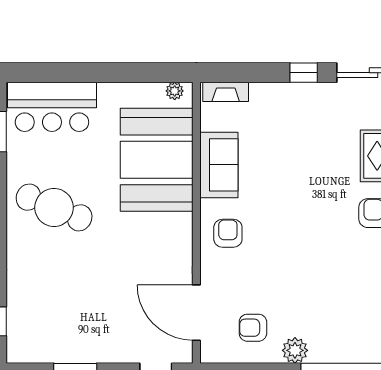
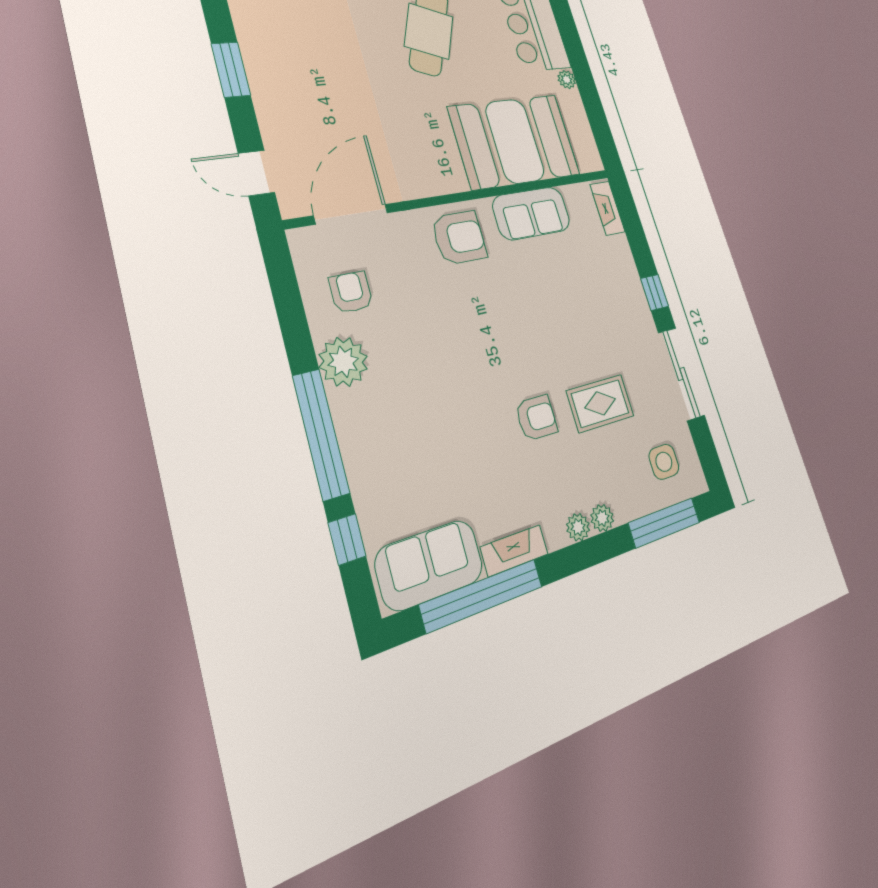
plant: (175, 91) -> (567, 80), moved
armchair: (228, 233) -> (459, 238), width x1.38, depth x1.38
plant: (295, 350) -> (343, 362), width x1.36, depth x1.36

